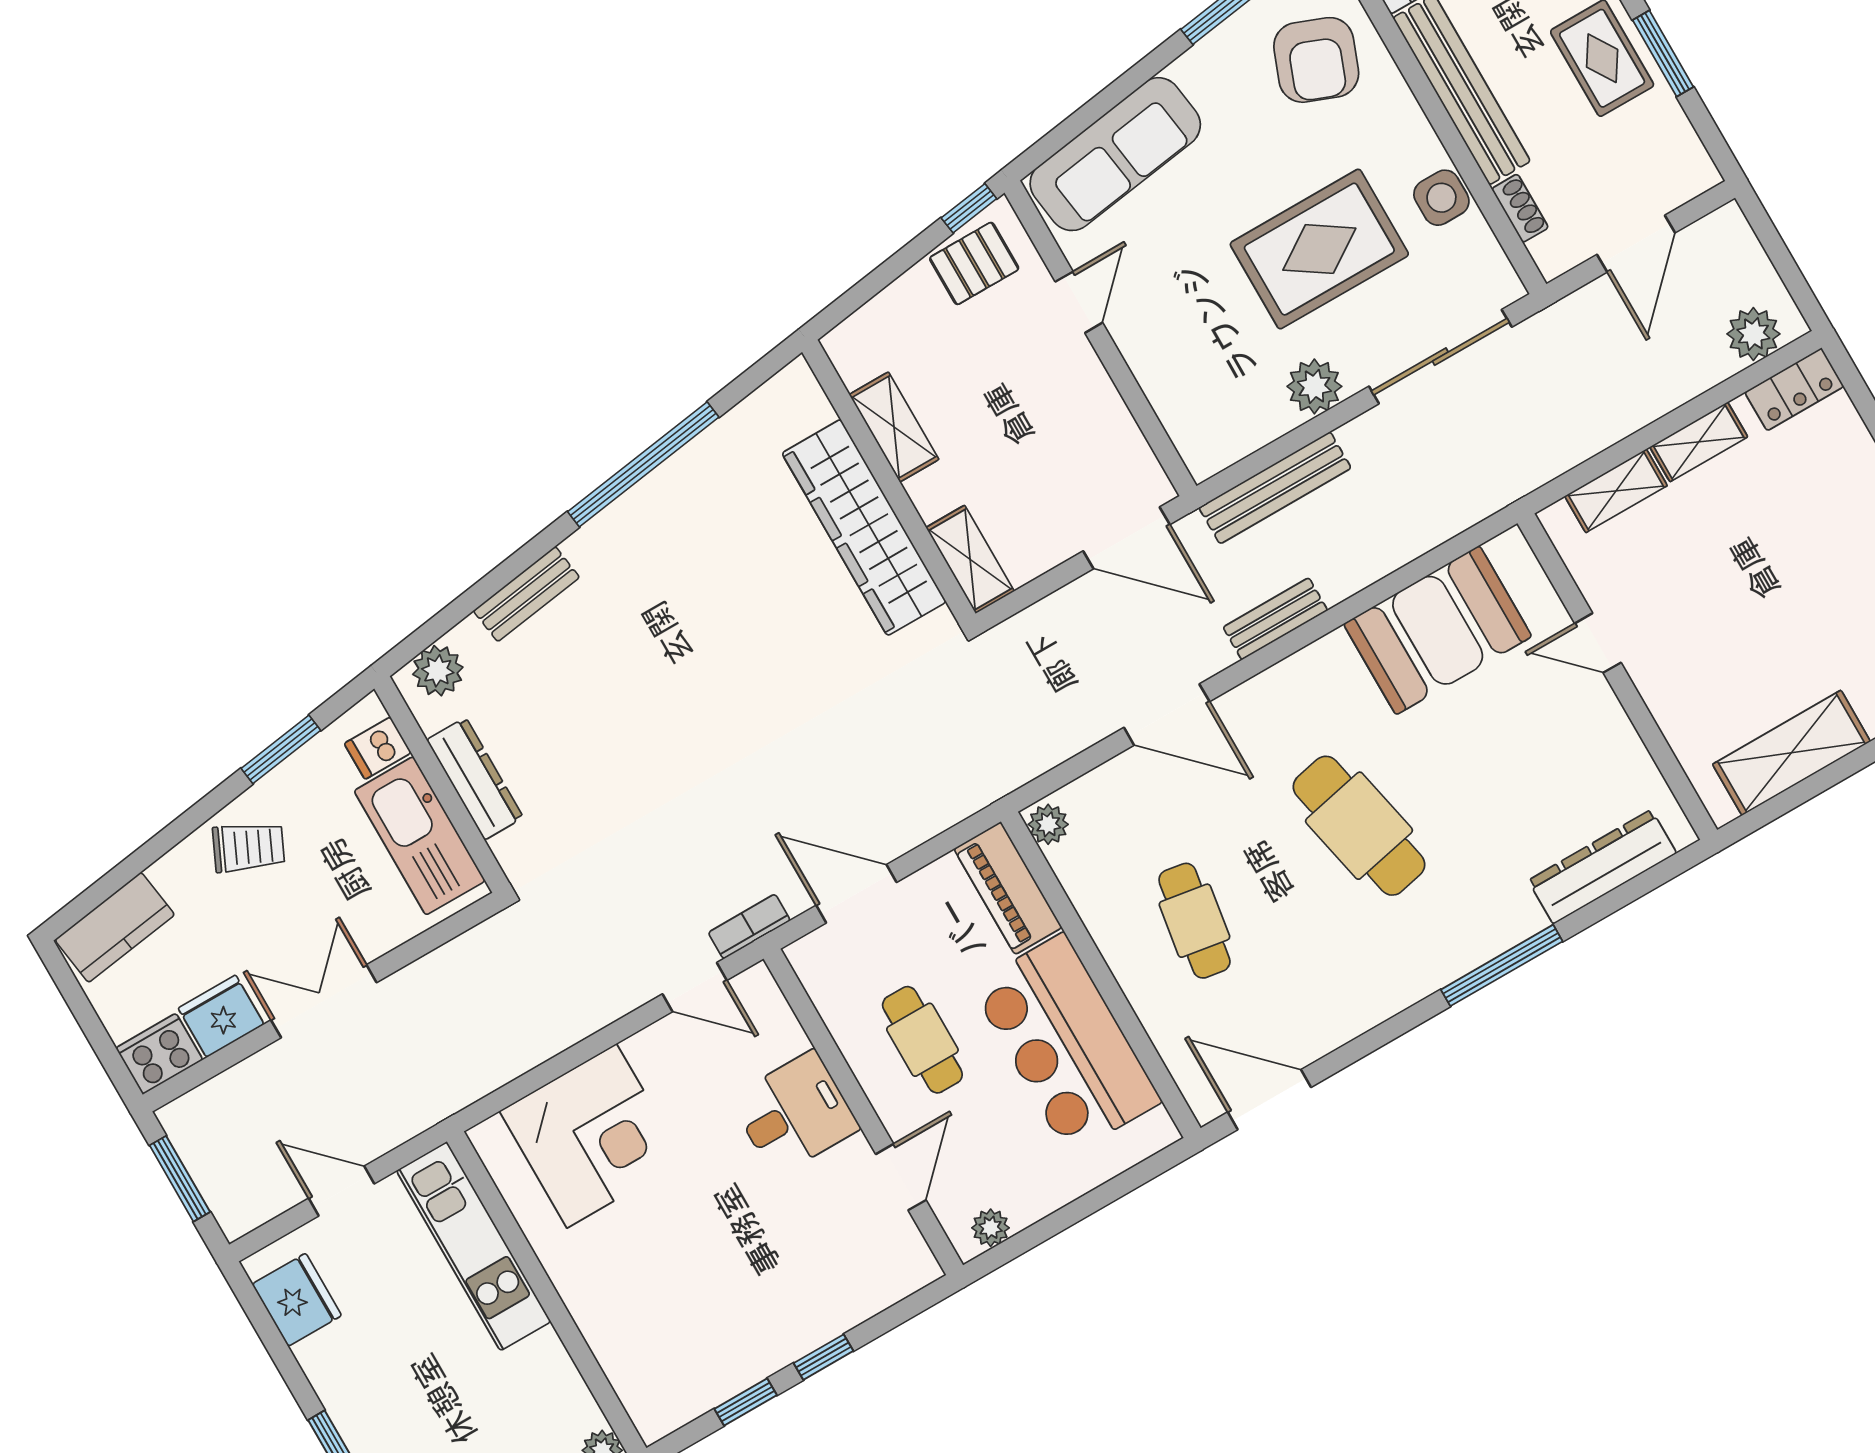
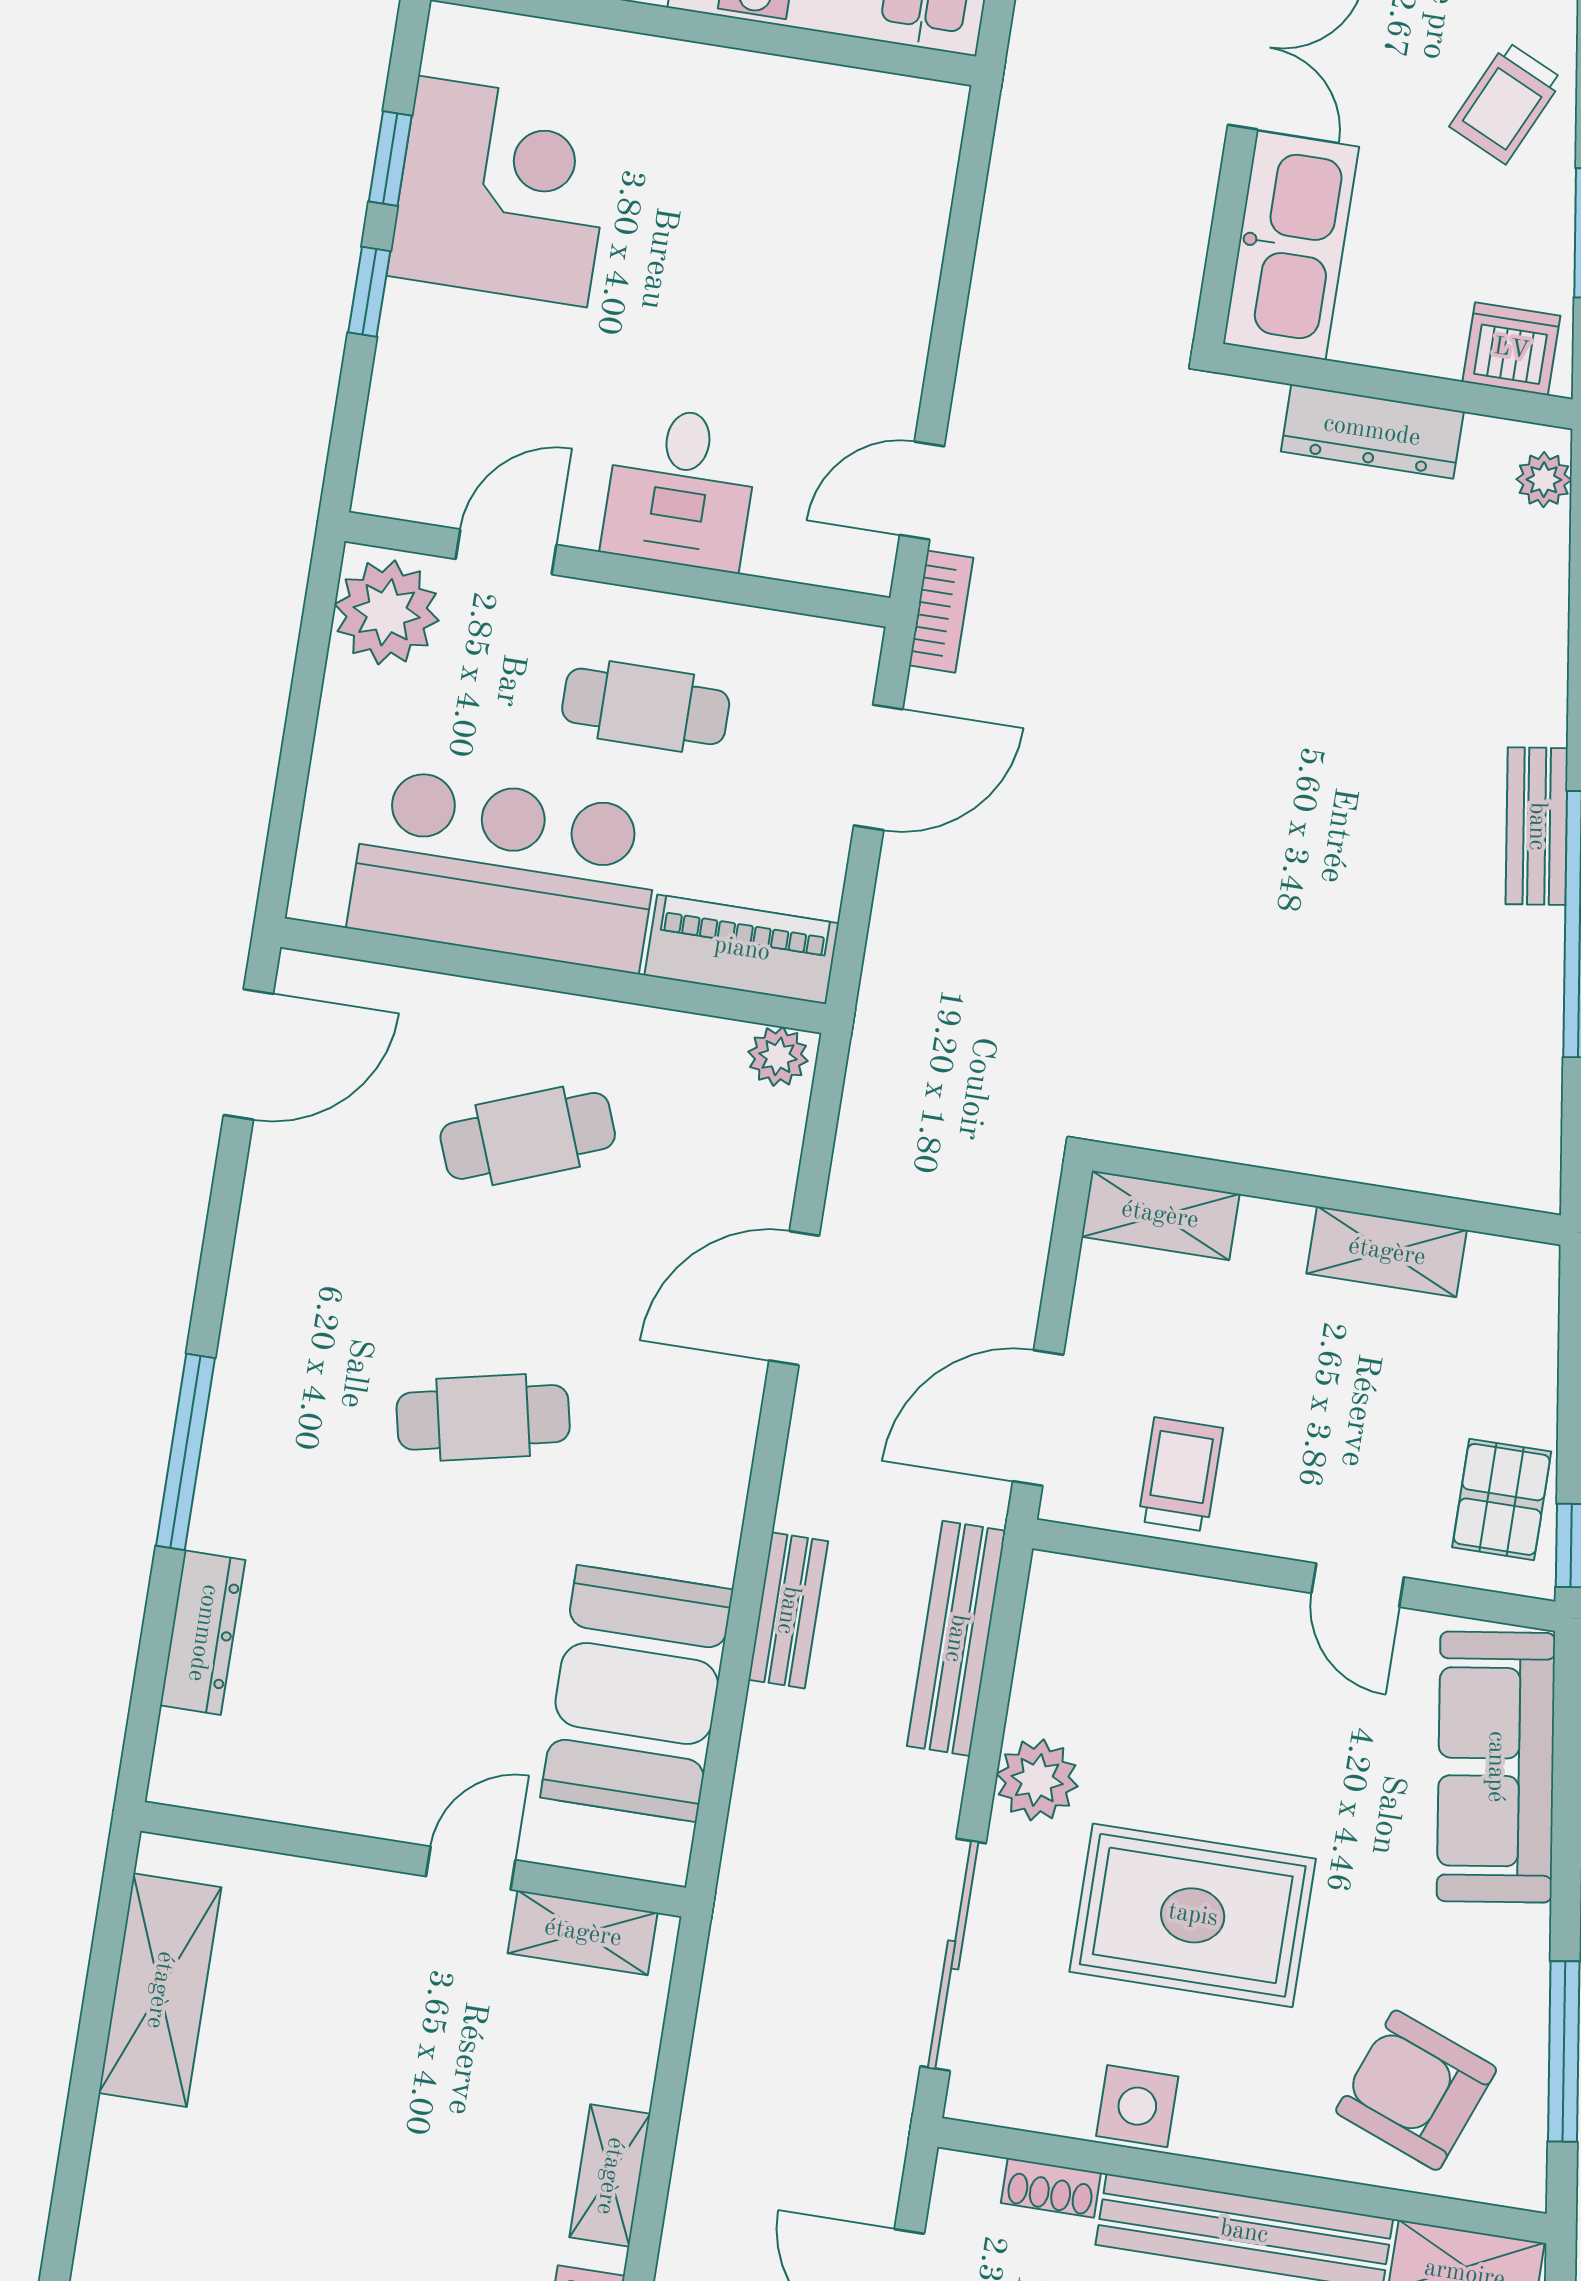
rug: (1319, 249) -> (1193, 1915), turned 90
trolley: (1096, 440) -> (1180, 1474), added
shelving: (1616, 491) -> (583, 1933), moved, turned 90
wardrobe: (864, 527) -> (1298, 1122), removed
bench: (526, 594) -> (1537, 826), moved
bench: (1275, 619) -> (788, 1610), moved
plant: (438, 671) -> (1544, 480), width x0.73, depth x0.73
dishwasher: (378, 748) -> (1511, 349), width x1.38
cafe table: (1359, 826) -> (483, 1417), width x0.73, depth x0.74
kitchen sink: (420, 836) -> (1291, 245), moved, turned 90
dresser: (1602, 867) -> (203, 1633), width x0.73, depth x0.80
cafe table: (1194, 921) -> (528, 1136), turned -30
corner desk: (592, 1136) -> (503, 191), moved, turned 180
door: (901, 1177) -> (506, 552), swing flipped
plant: (991, 1228) -> (387, 612), width x1.88, depth x1.88

